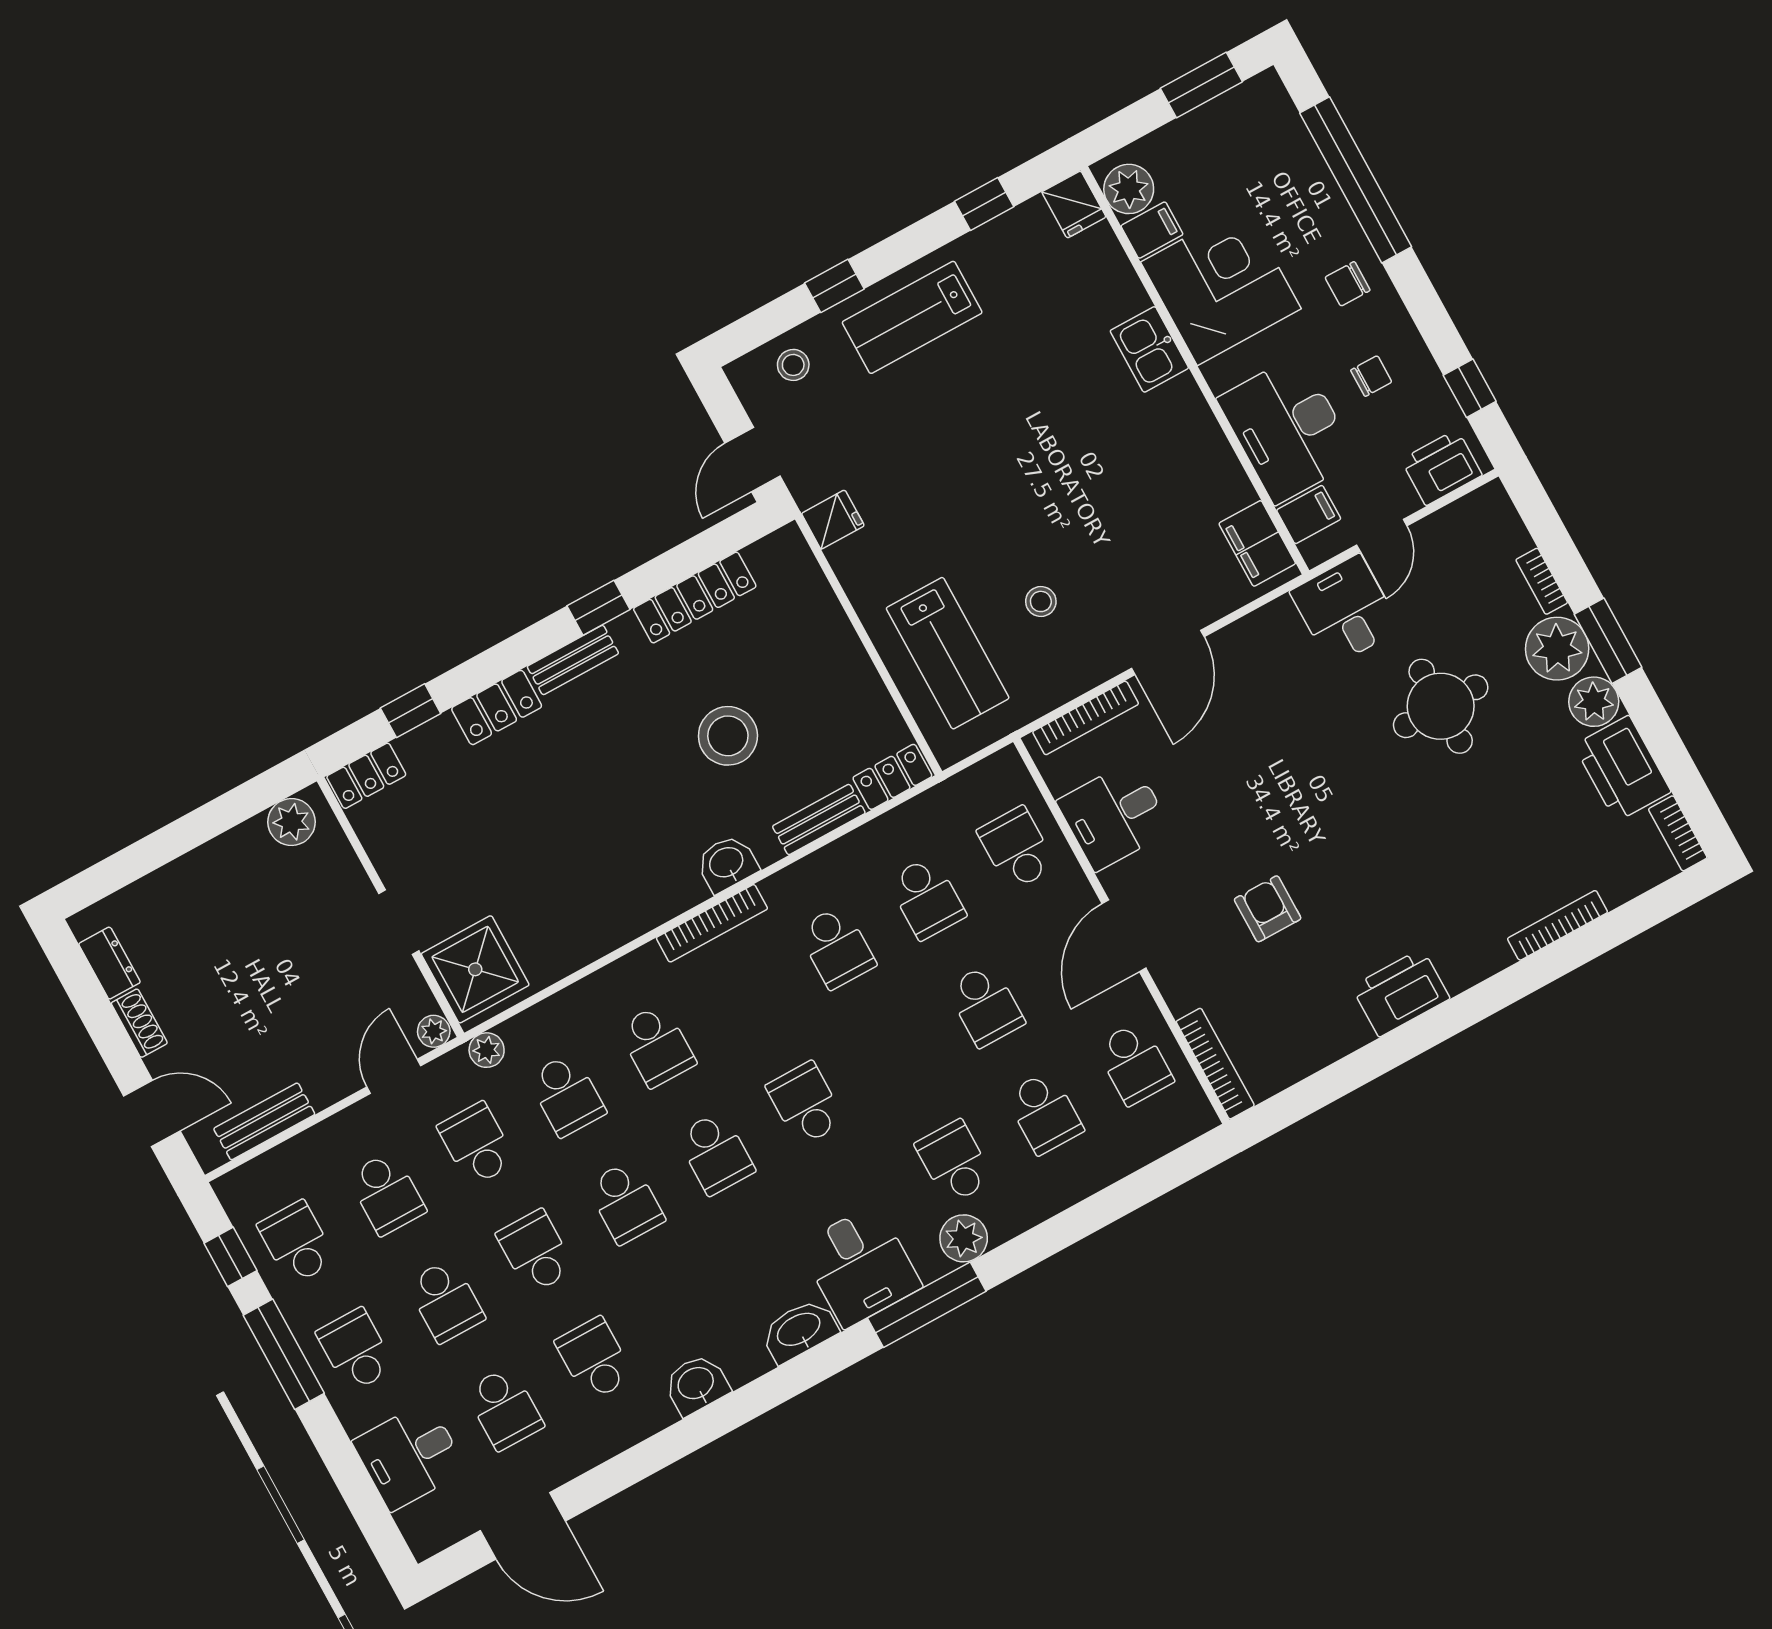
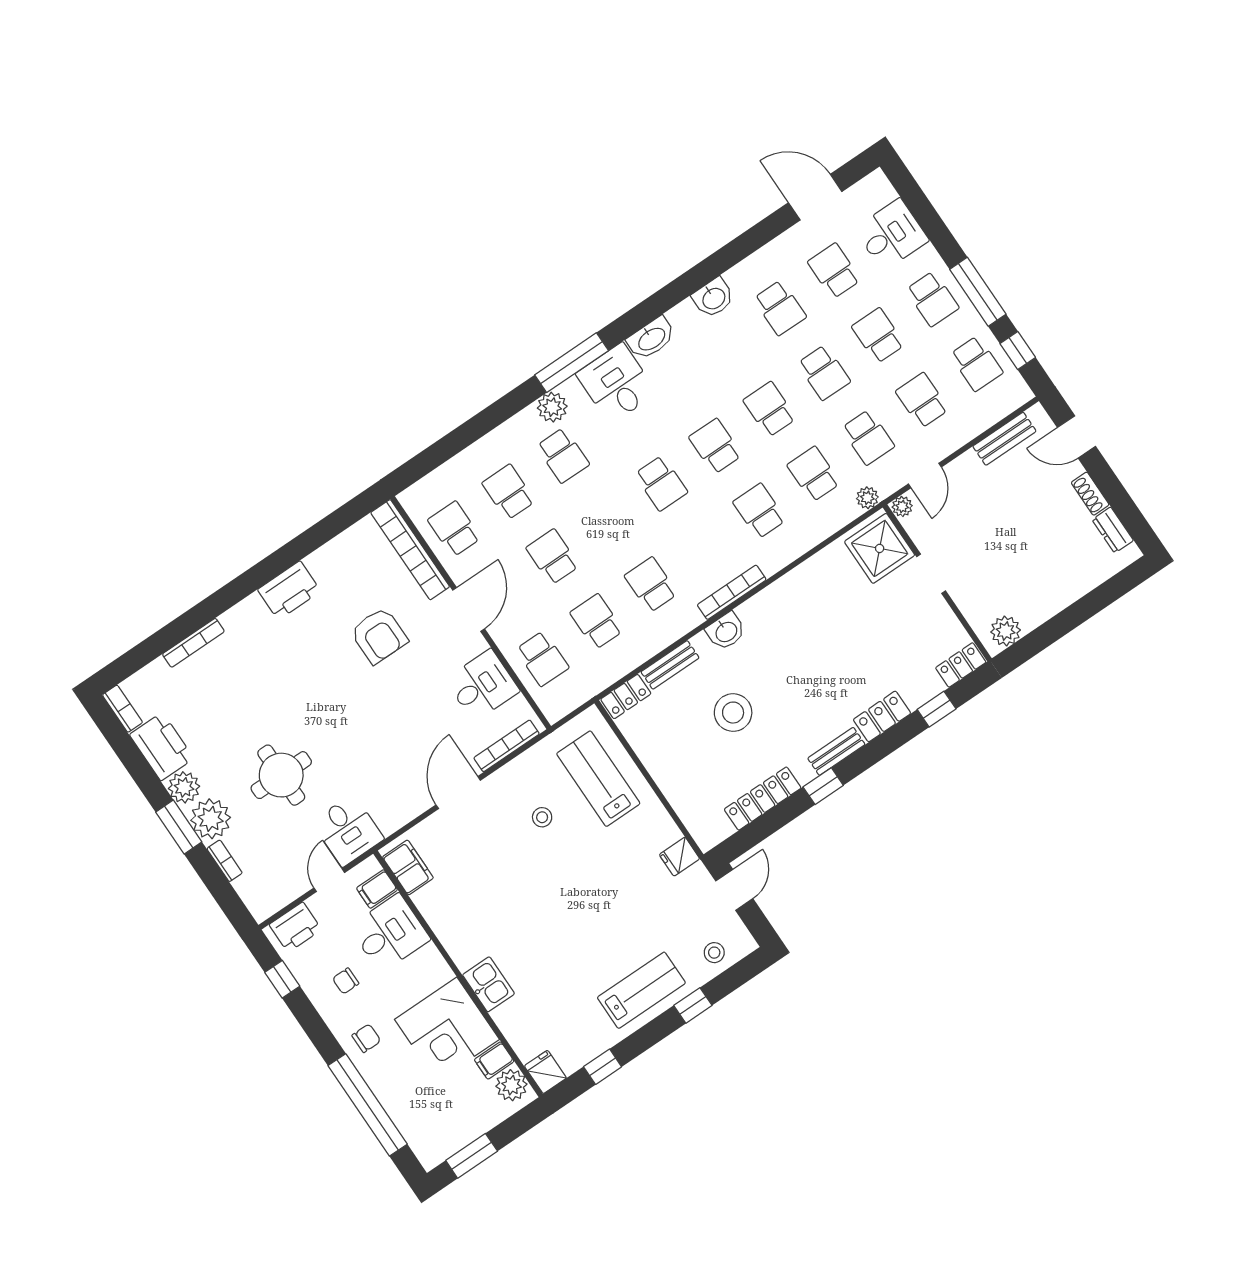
desk: (1287, 429) -> (390, 933), width x0.73
armchair: (1268, 909) -> (379, 635), width x1.38, depth x1.38
bookcase: (1215, 1064) -> (410, 550), width x1.48, depth x1.31

